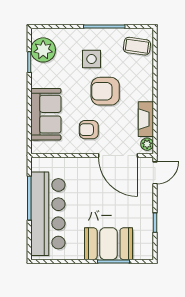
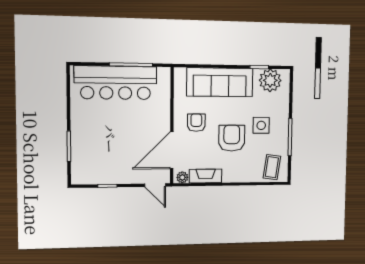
sofa: (46, 114) -> (220, 82), width x1.36
booth: (109, 244) -> (86, 141), removed

